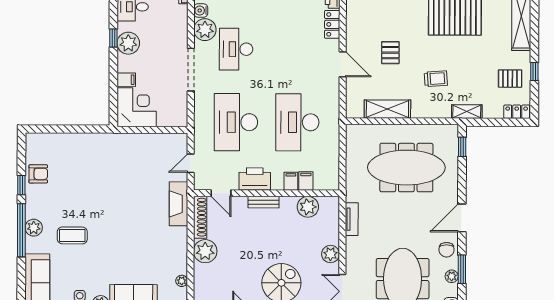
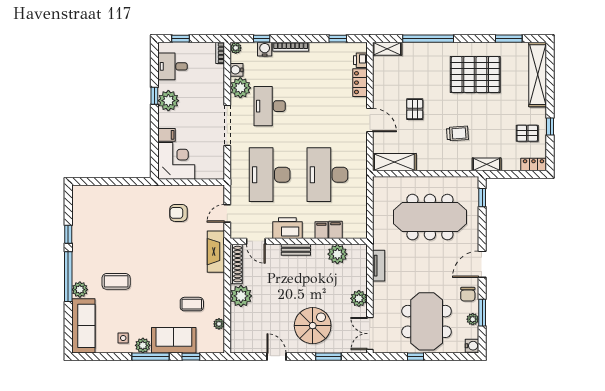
shelving: (387, 109) -> (394, 162), moved
armchair: (38, 174) -> (178, 213), moved, turned 180
plant: (34, 228) -> (80, 290), moved
coffee table: (153, 260) -> (192, 304), added

